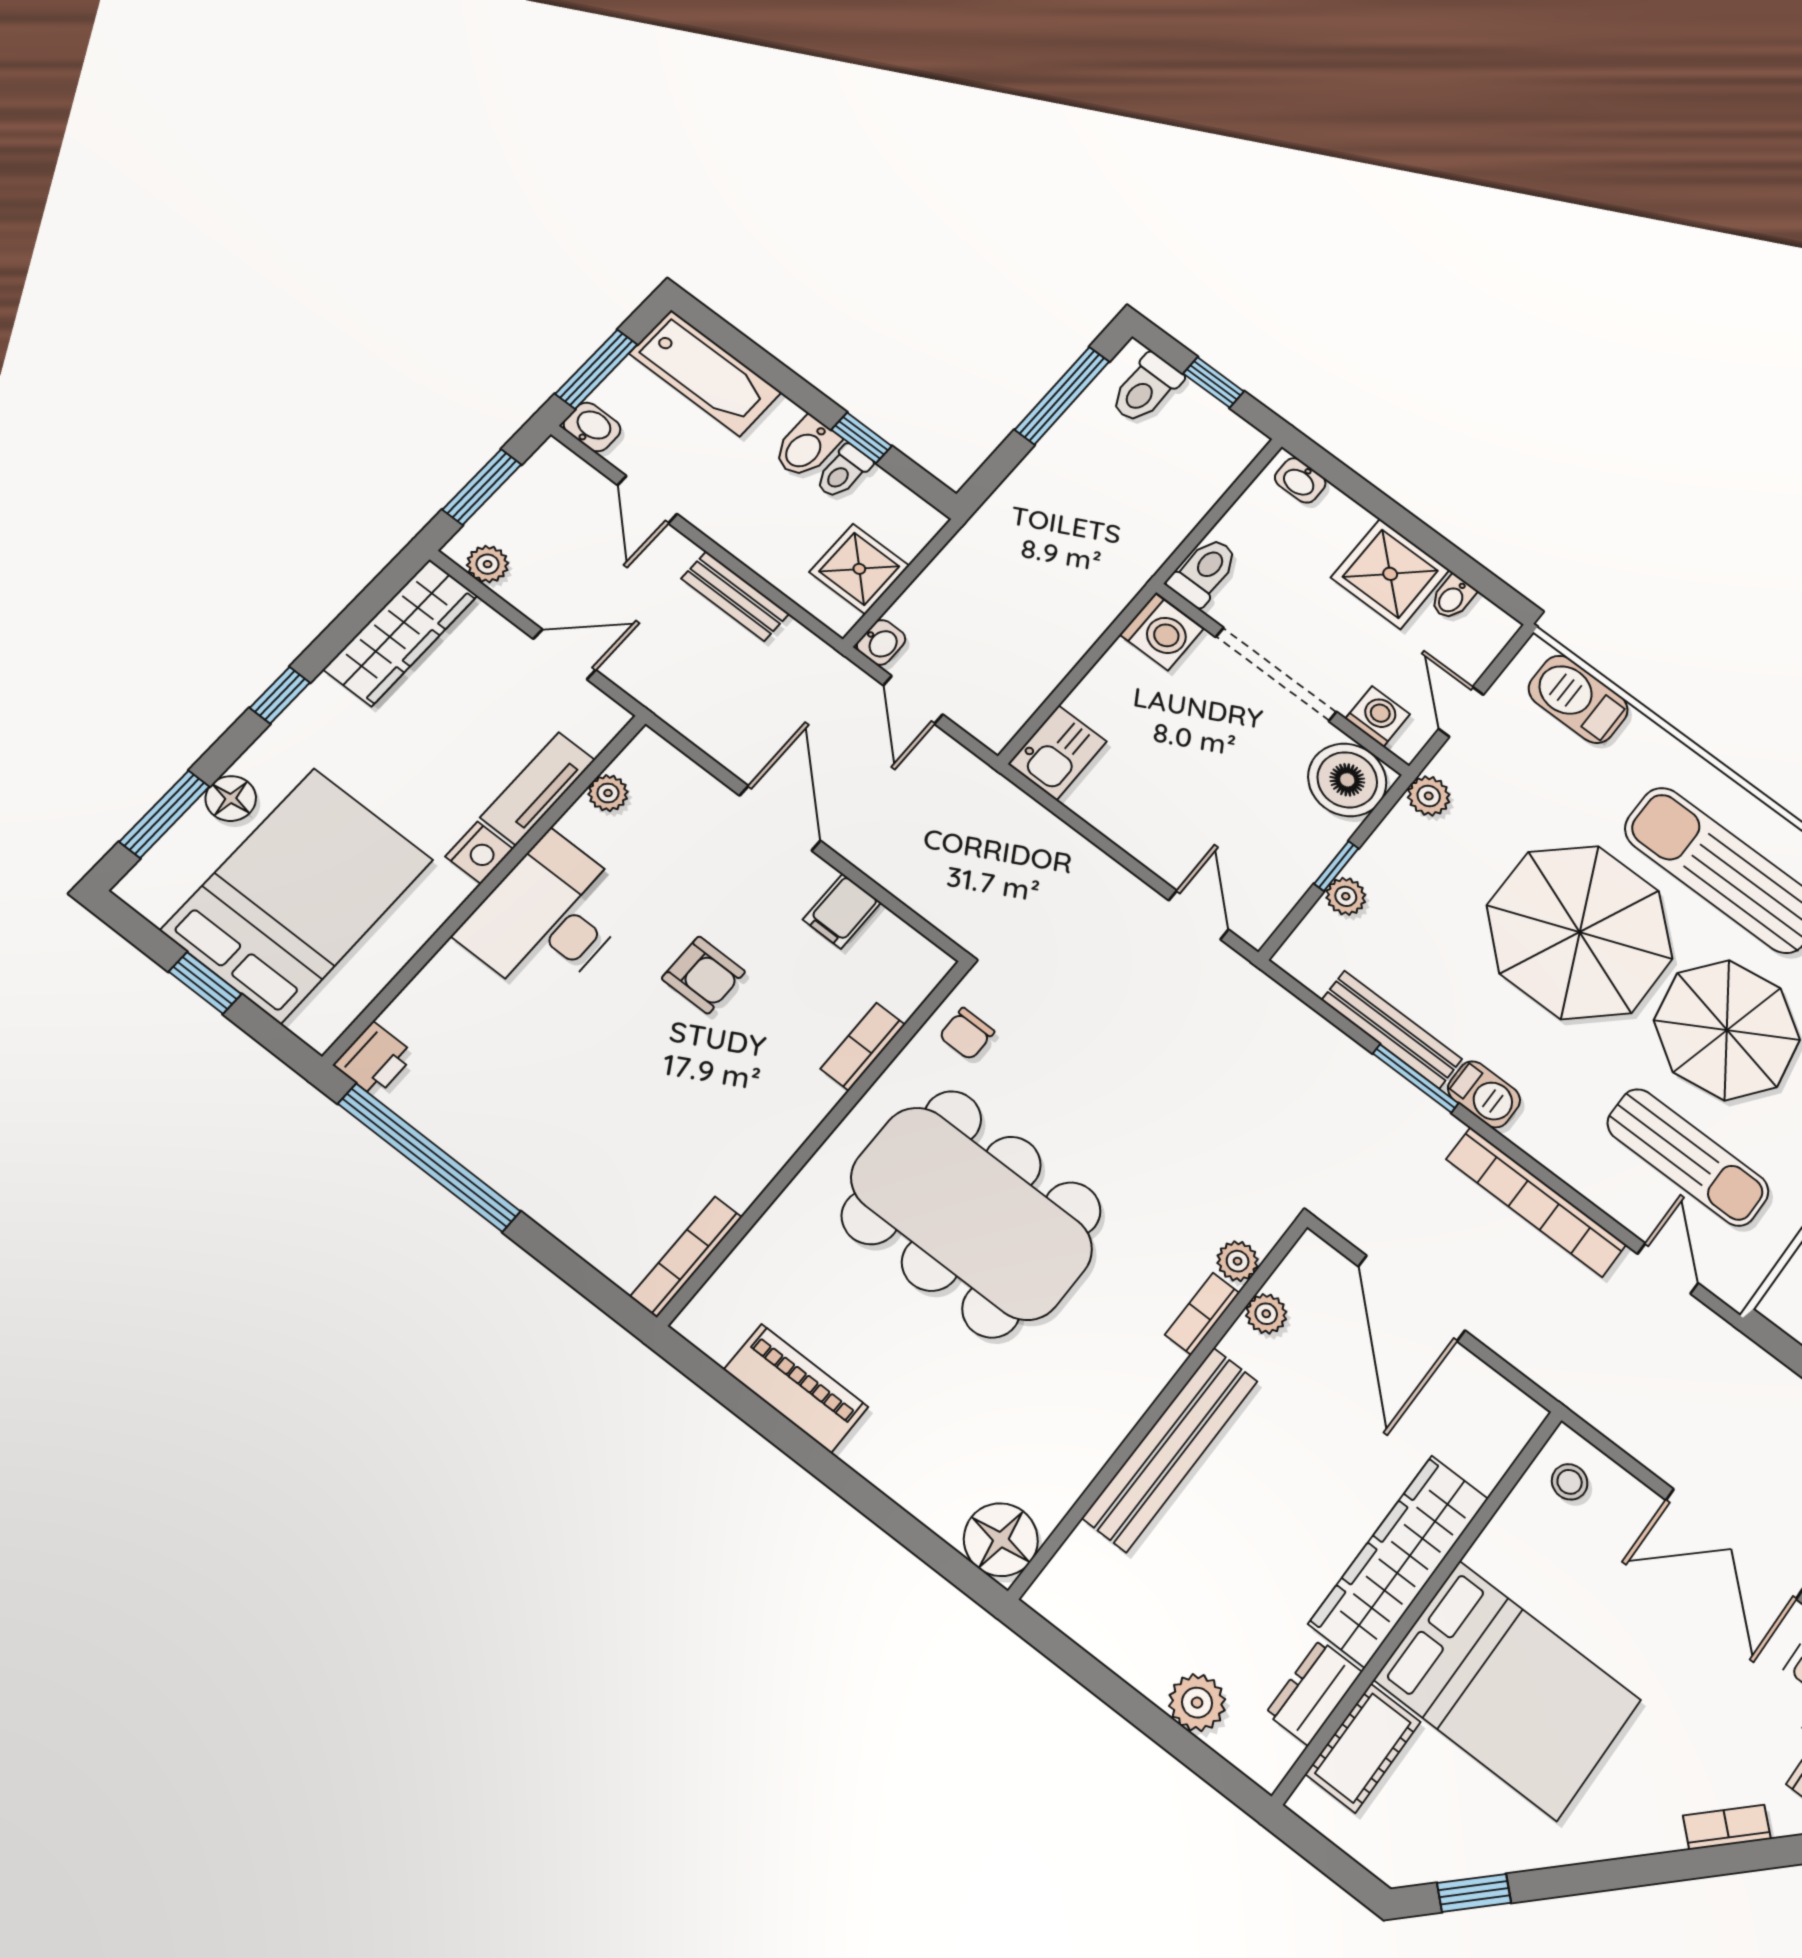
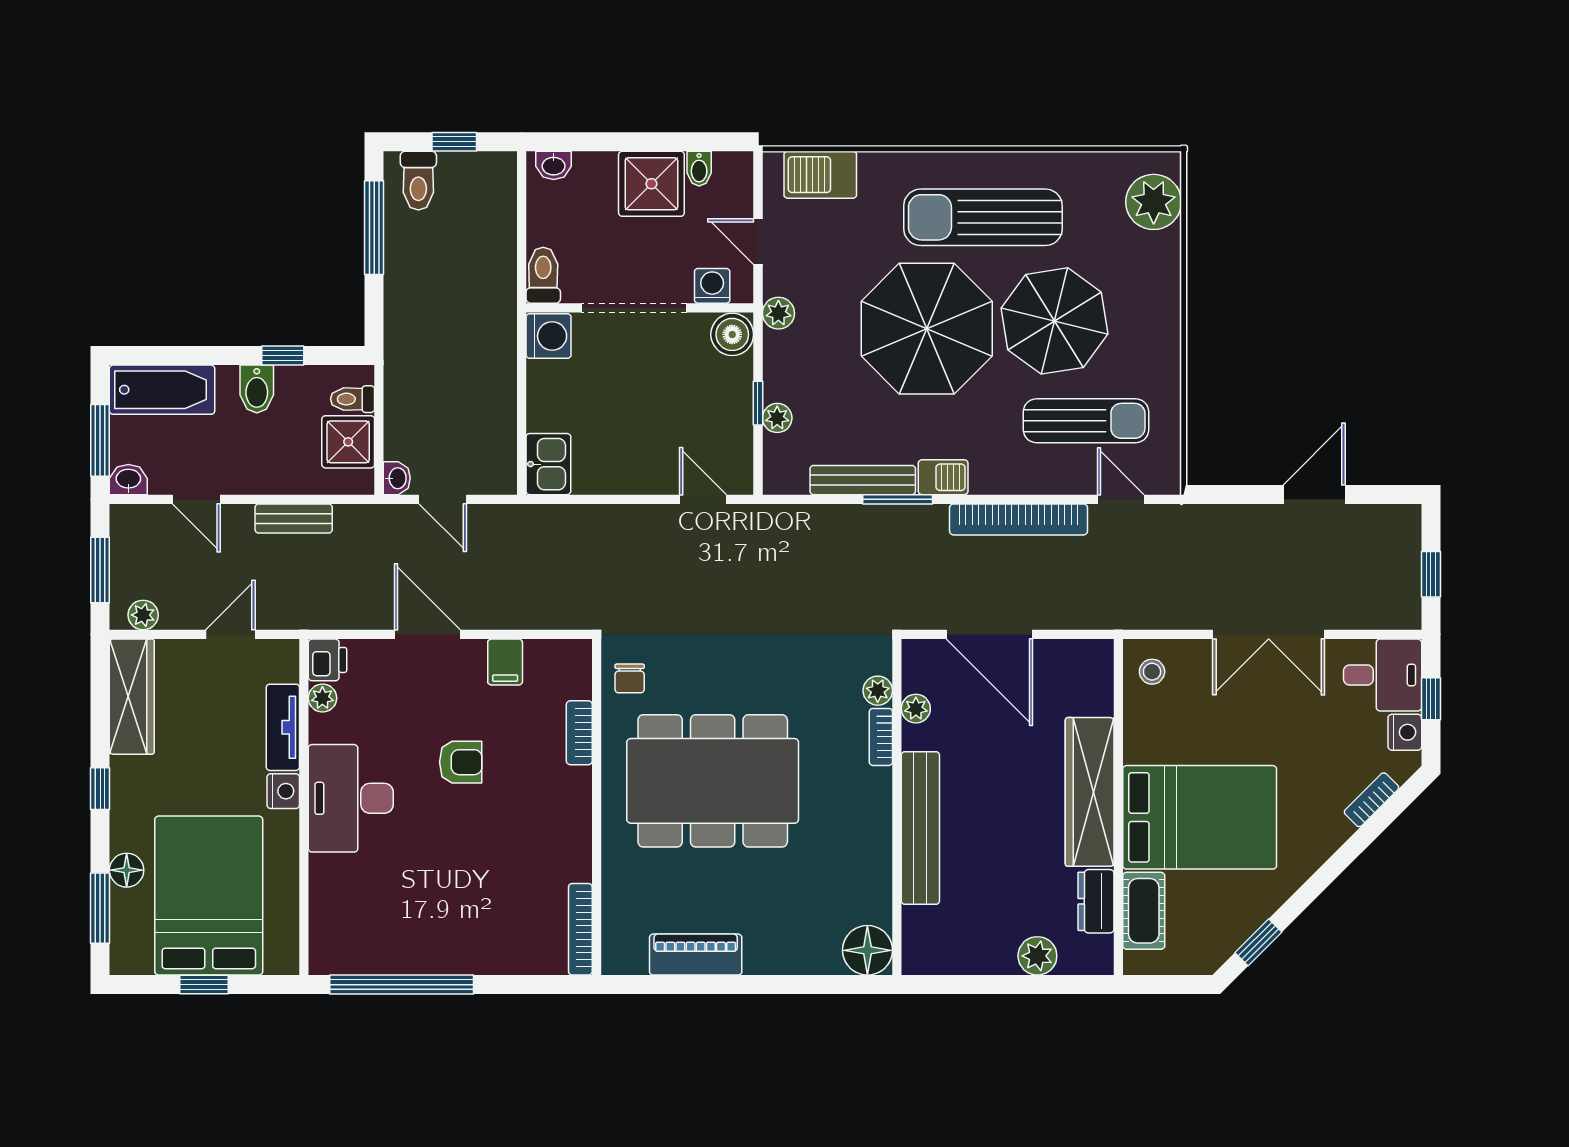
toilet: (843, 472) -> (352, 399), moved, turned 90
boiler: (1347, 780) -> (732, 334), width x0.73, depth x0.73
printer: (374, 1059) -> (328, 660), moved

